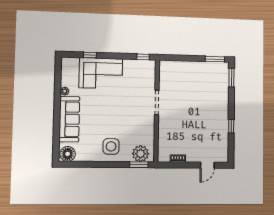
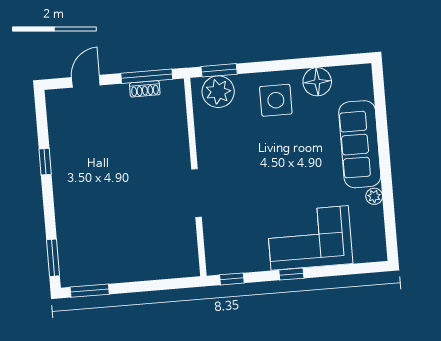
window: (90, 55) -> (291, 274), moved
floor lamp: (68, 154) -> (317, 82), moved
window: (176, 165) -> (147, 76), added

